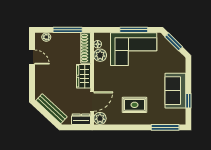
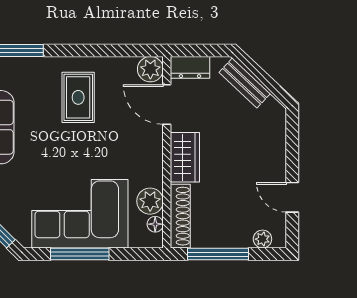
door: (92, 101) -> (167, 105), hinge flipped
rug: (134, 105) -> (78, 97), turned 90
bench: (51, 109) -> (245, 83), width x0.73

